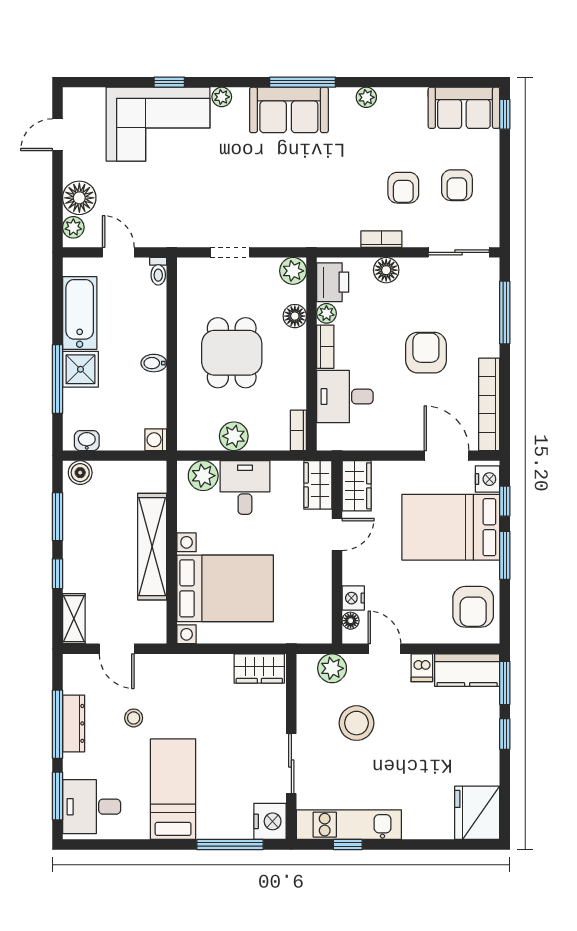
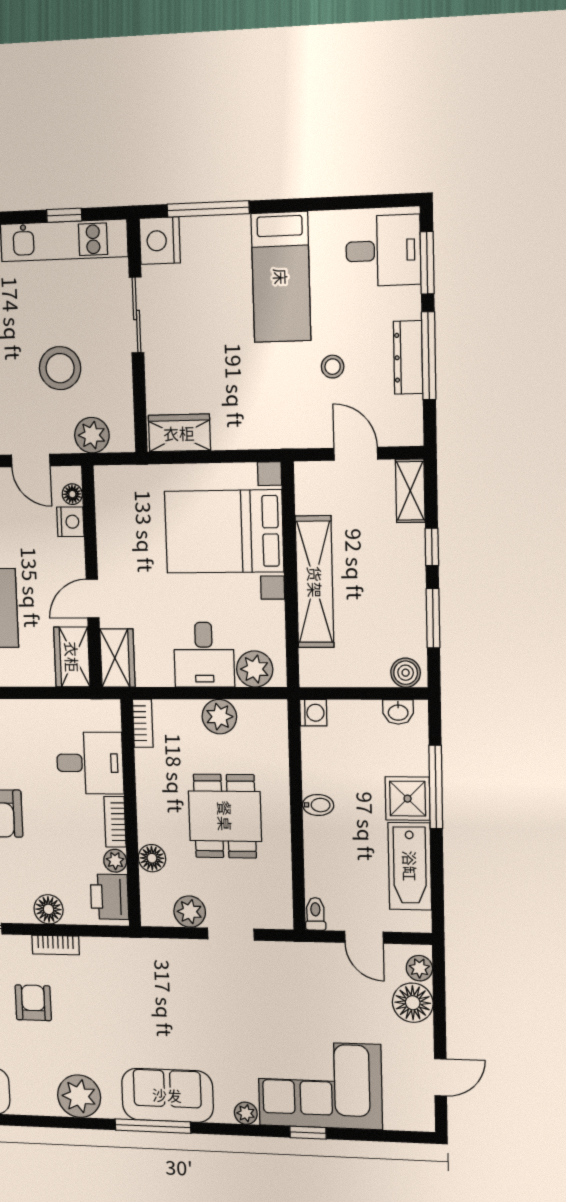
plant: (366, 97) -> (79, 1096), width x1.88, depth x1.88
plant: (293, 271) -> (190, 912), moved

